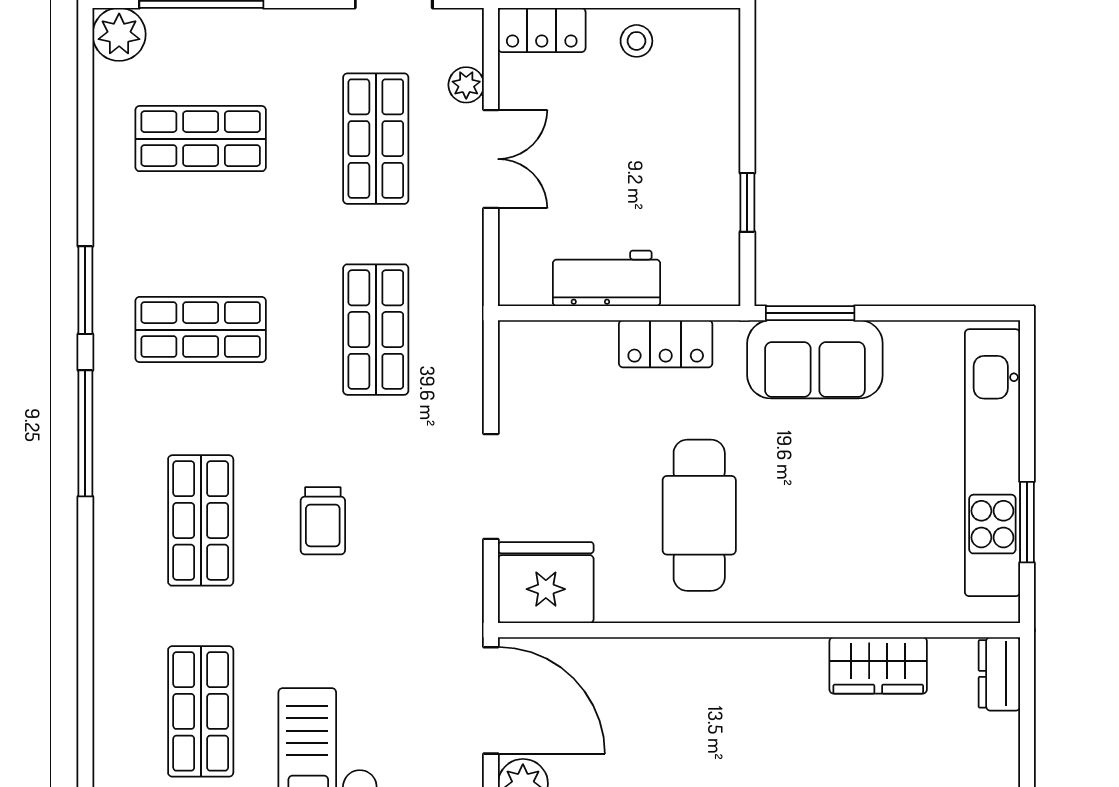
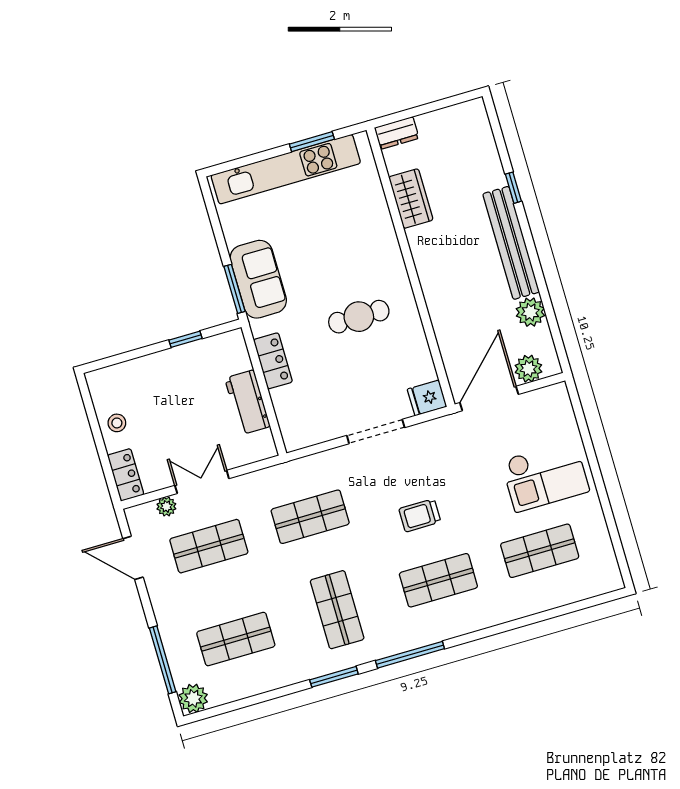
shop shelf: (201, 139) -> (236, 639), turned 90
cafe table: (699, 515) -> (359, 317), width x0.73, depth x0.74
trolley: (323, 521) -> (420, 515), turned 180
fridge: (546, 583) -> (427, 398), width x0.53, depth x0.75

